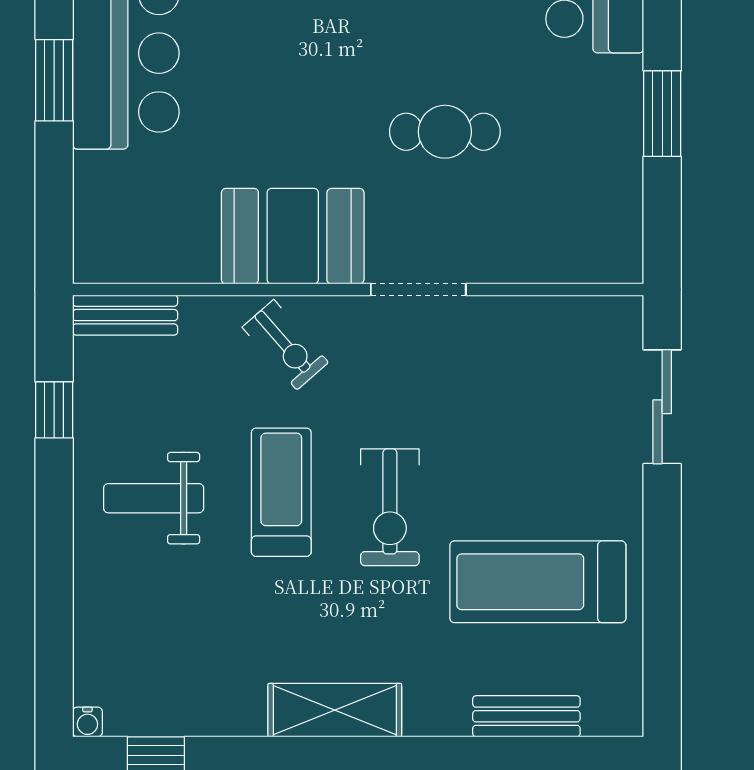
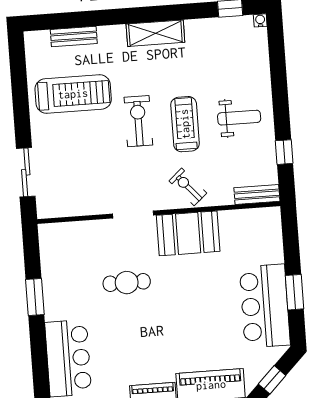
treadmill: (281, 492) -> (185, 124), turned 180

